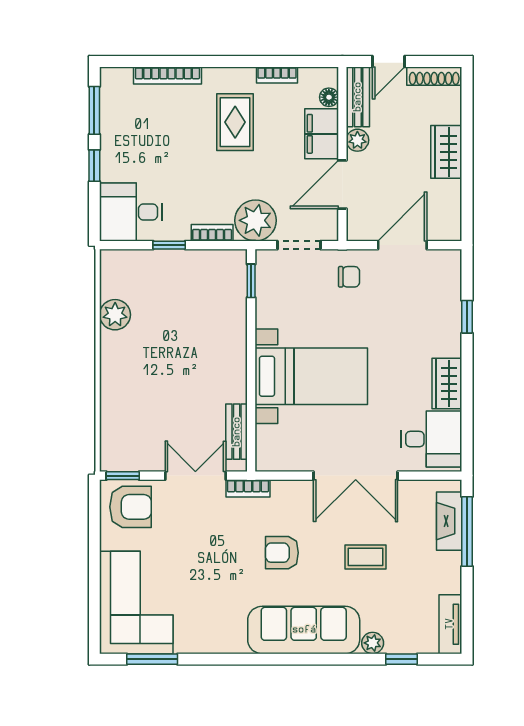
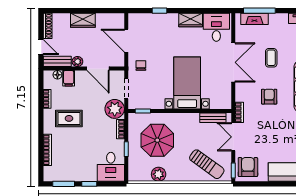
filing cabinet: (322, 134) -> (69, 78), width x0.50
parasol: (188, 312) -> (157, 140), added
sun lounger: (137, 418) -> (207, 164), added
armchair: (282, 553) -> (269, 97), turned 180

